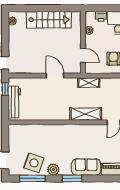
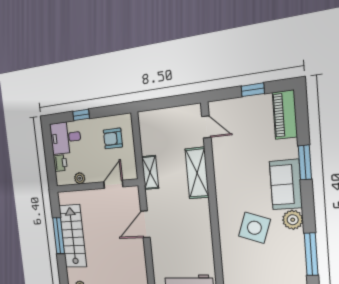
window: (50, 8) -> (59, 236), added
side table: (34, 163) -> (254, 228), moved
sofa: (86, 167) -> (286, 184), moved
window: (72, 178) -> (305, 162), moved

